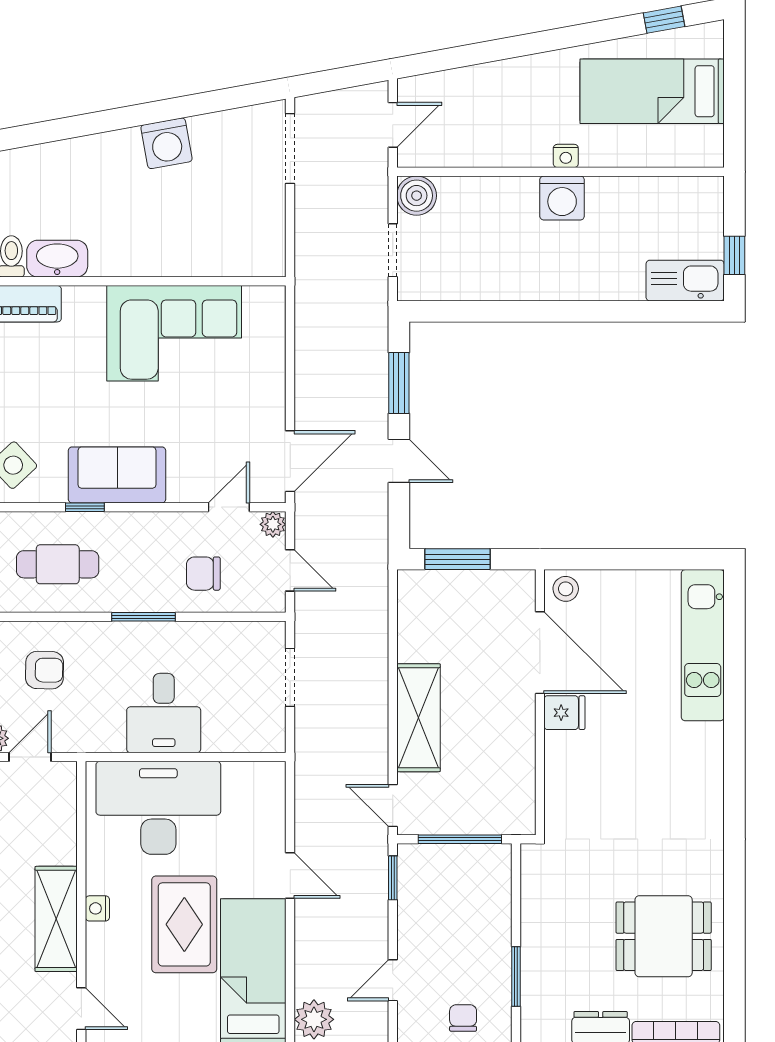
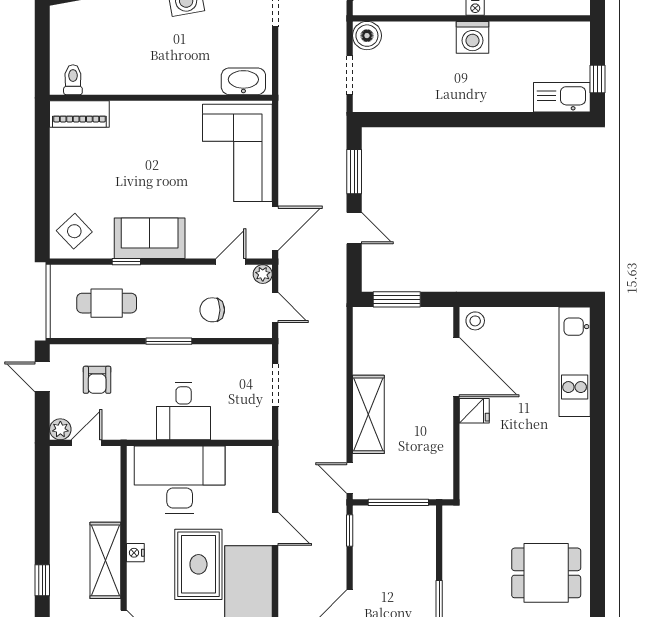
washbasin: (57, 259) -> (243, 81), moved
corner sofa: (174, 333) -> (237, 153), moved, turned 90
armchair: (45, 670) -> (97, 380), turned 89

